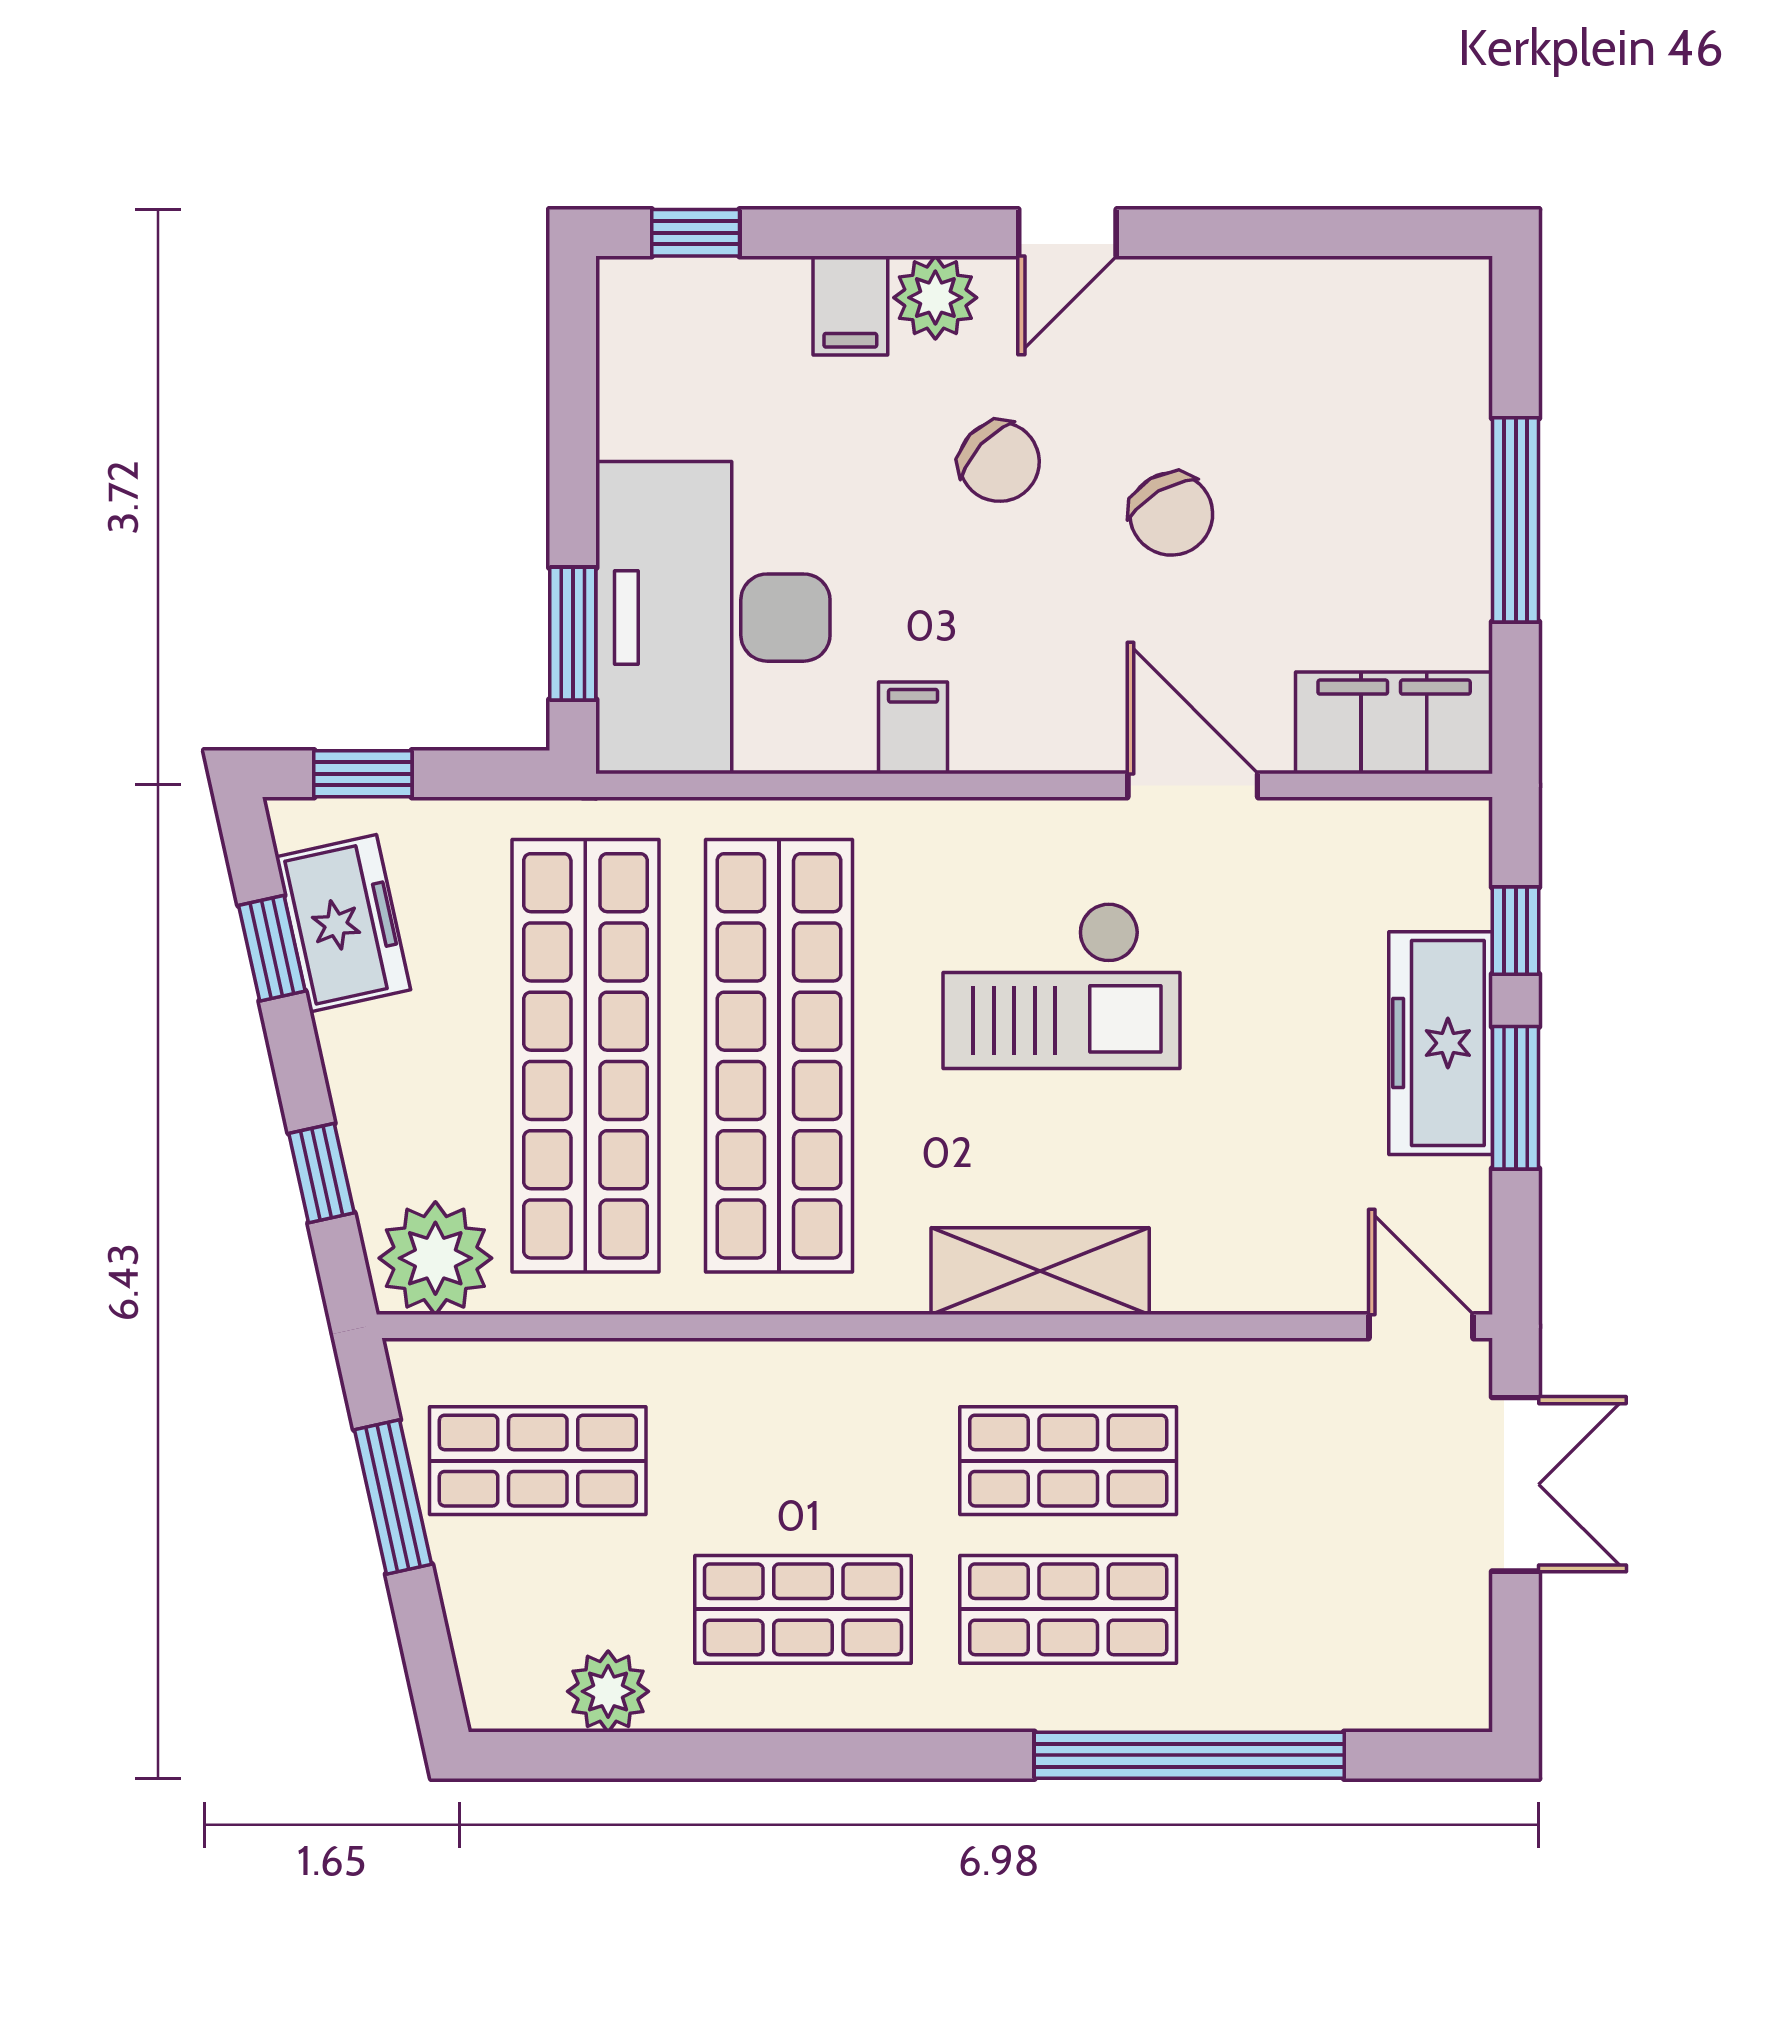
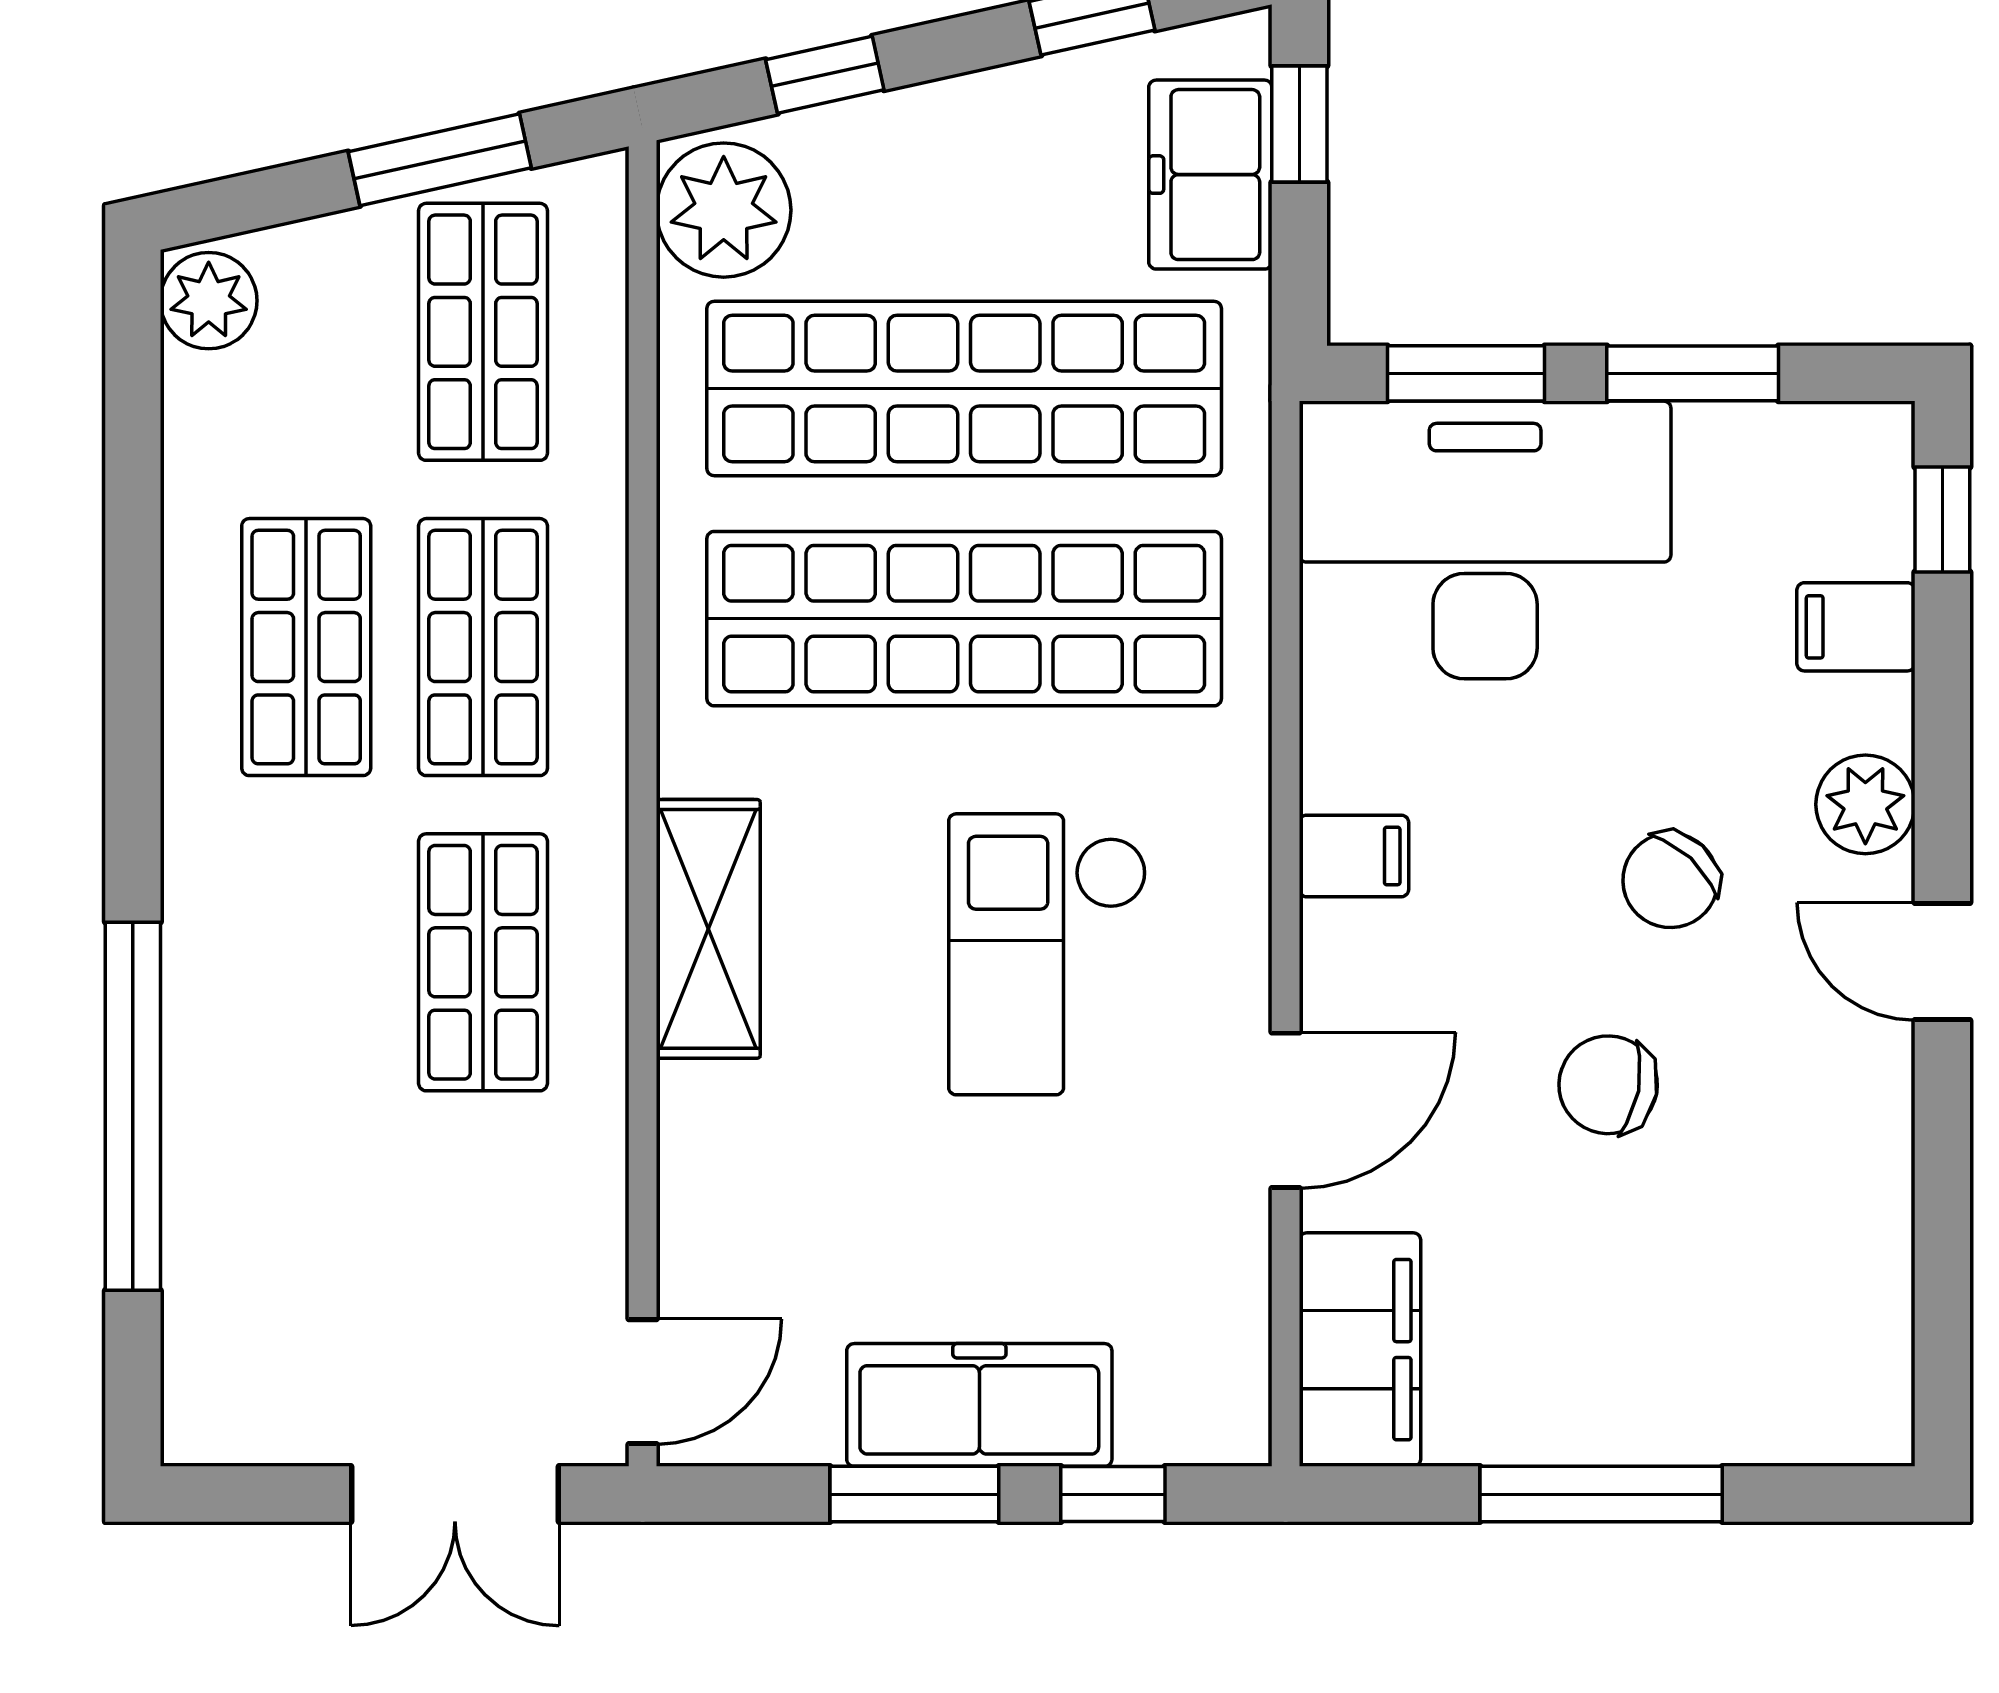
filing cabinet: (850, 306) -> (1856, 627), moved
window: (573, 443) -> (1693, 373), added
chair: (1171, 514) -> (1608, 1085), turned 41
filing cabinet: (913, 728) -> (1354, 856), moved
freezer: (343, 923) -> (1210, 175), moved, turned 102
shop shelf: (1068, 1609) -> (483, 647), moved
plant: (608, 1691) -> (209, 301), moved

